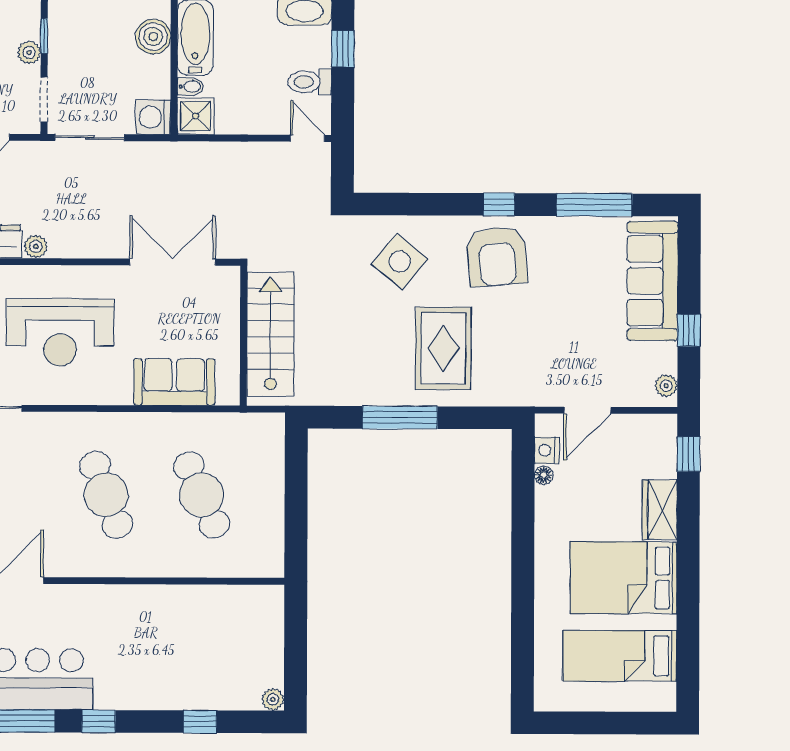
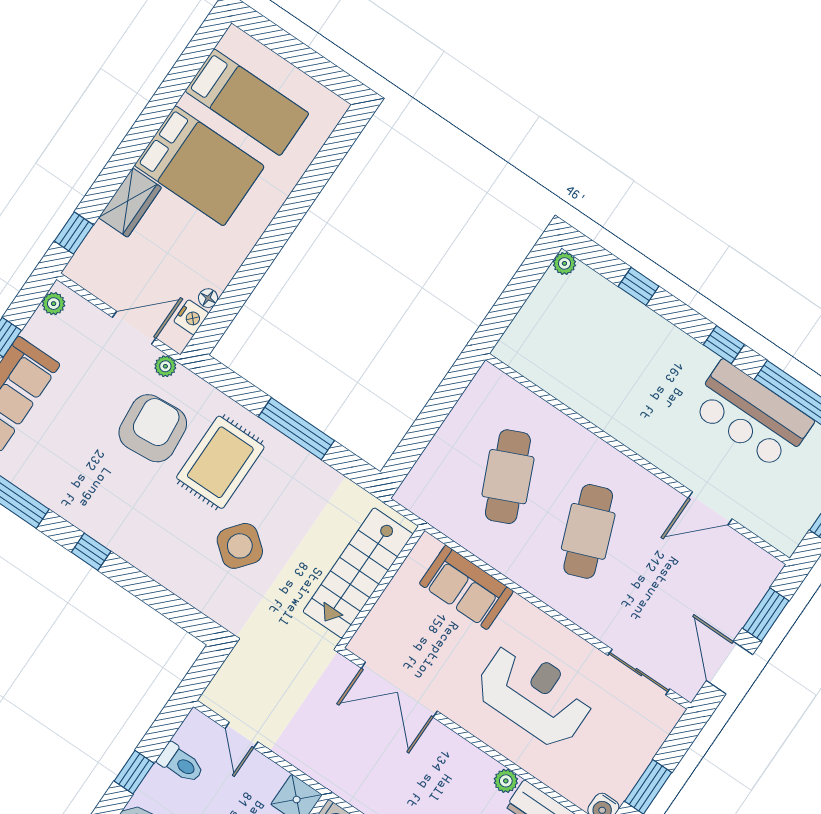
door: (308, 138) -> (241, 735), moved
armchair: (497, 256) -> (153, 428), moved
side table: (400, 261) -> (240, 546), moved
plant: (541, 396) -> (165, 366), added

